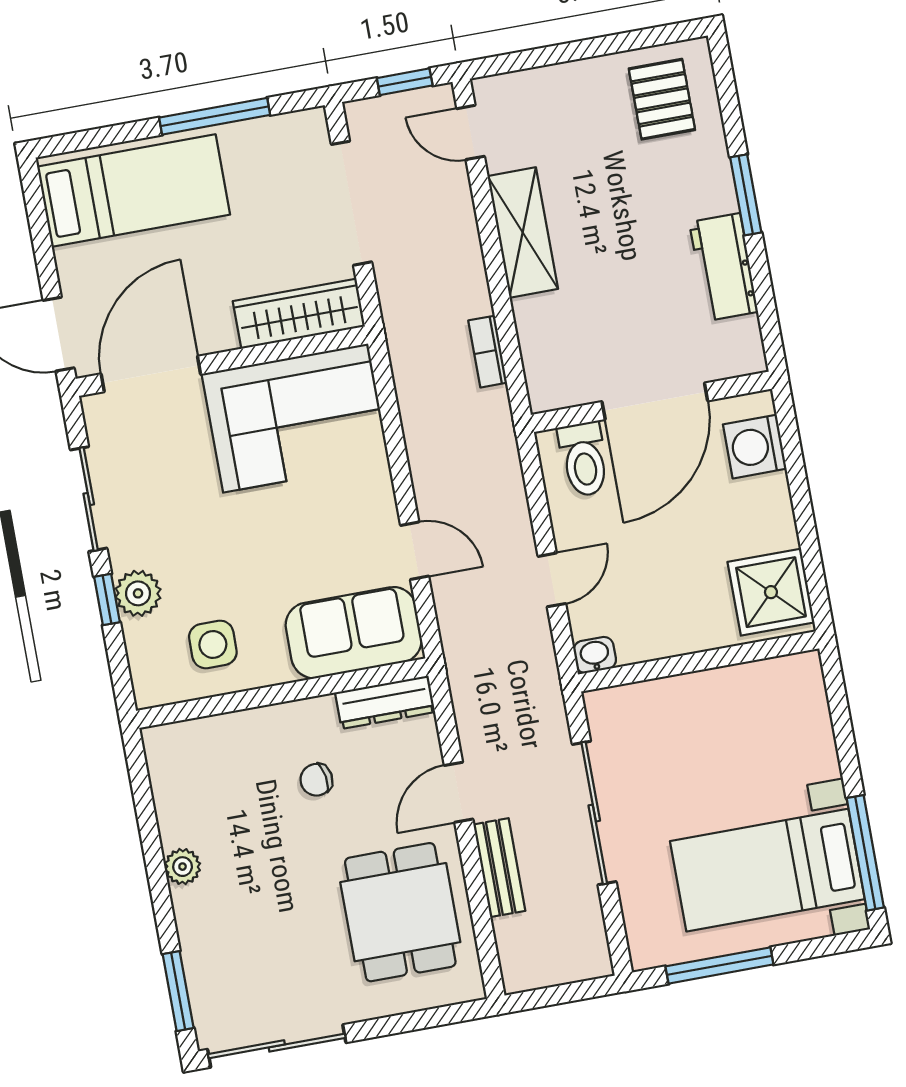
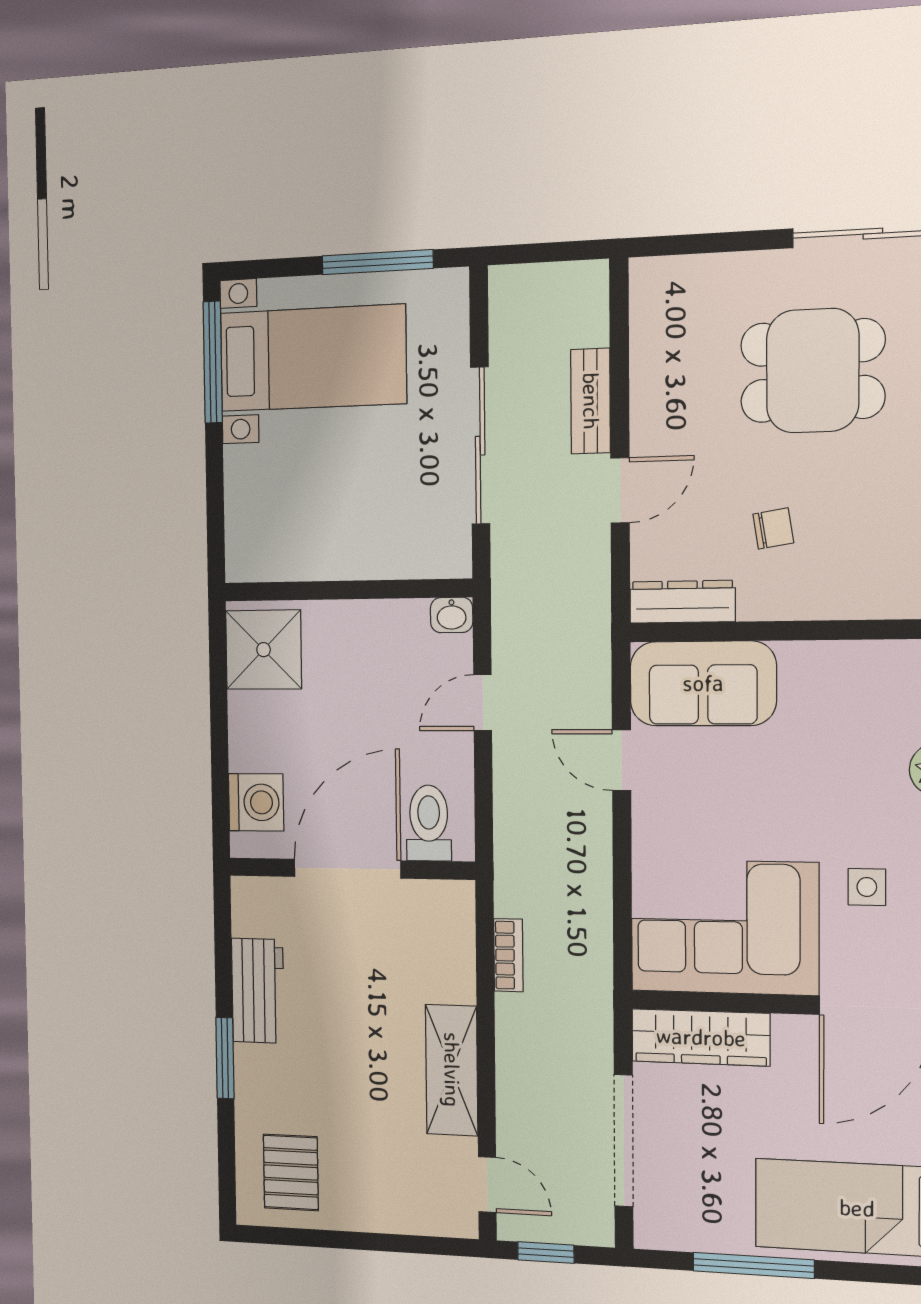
side table: (213, 644) -> (867, 887), moved, width x0.73, depth x0.73
dining table: (400, 912) -> (813, 371), moved, turned 90

